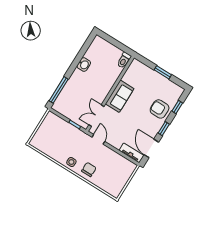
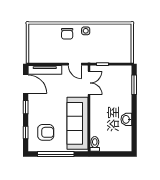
window: (163, 72) -> (56, 154), width x2.11
window: (59, 90) -> (134, 85), width x0.69
sofa: (120, 96) -> (77, 123), width x1.85, depth x1.27
armchair: (160, 109) -> (46, 132), moved
tv unit: (131, 153) -> (45, 70), width x1.41

